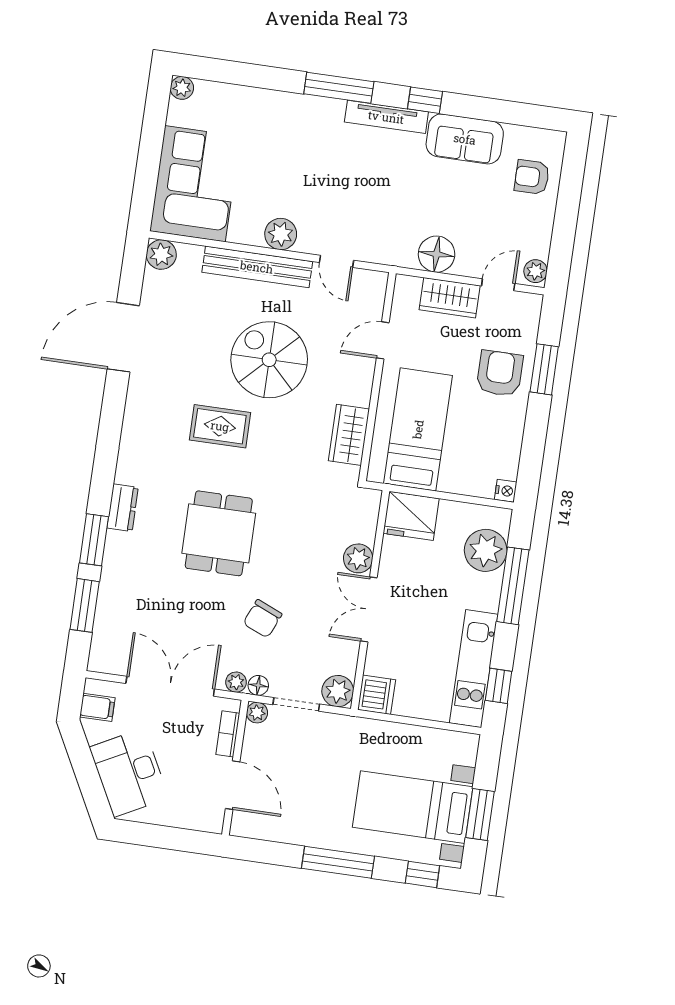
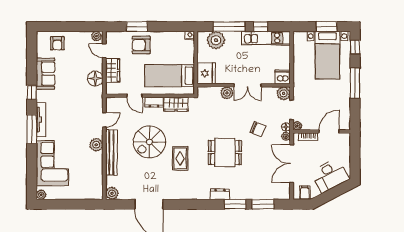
tv unit: (386, 117) -> (41, 120), moved
corner sofa: (195, 184) -> (52, 163), moved, turned 90
dresser: (361, 384) -> (154, 102), added
window: (499, 686) -> (261, 27), moved

